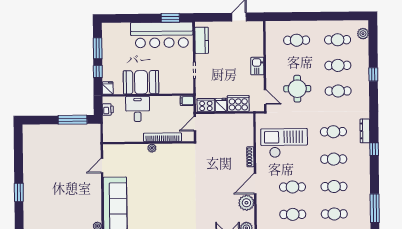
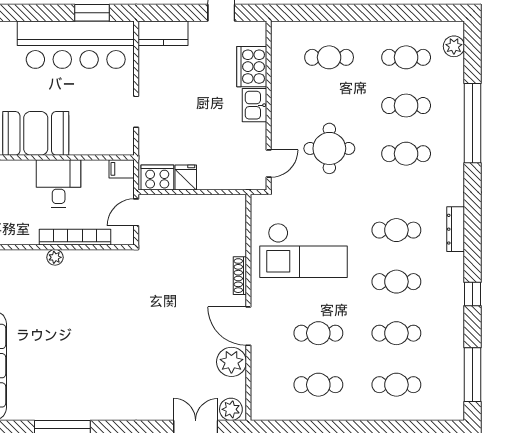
kitchen counter: (202, 40) -> (163, 33), moved, turned 90
window: (373, 74) -> (473, 123), width x3.17
door: (265, 97) -> (269, 164), hinge flipped
cooker: (238, 104) -> (252, 67), moved, turned -90
desk: (138, 109) -> (59, 183), moved
checkout: (284, 143) -> (303, 250), turned 180
window: (374, 149) -> (473, 294), moved
door: (255, 184) -> (248, 326), hinge flipped

